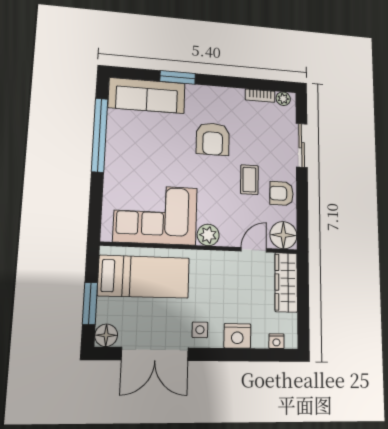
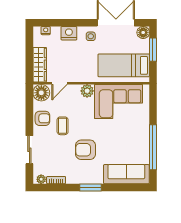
window: (178, 77) -> (90, 187), moved
armchair: (213, 139) -> (86, 150), turned -90

